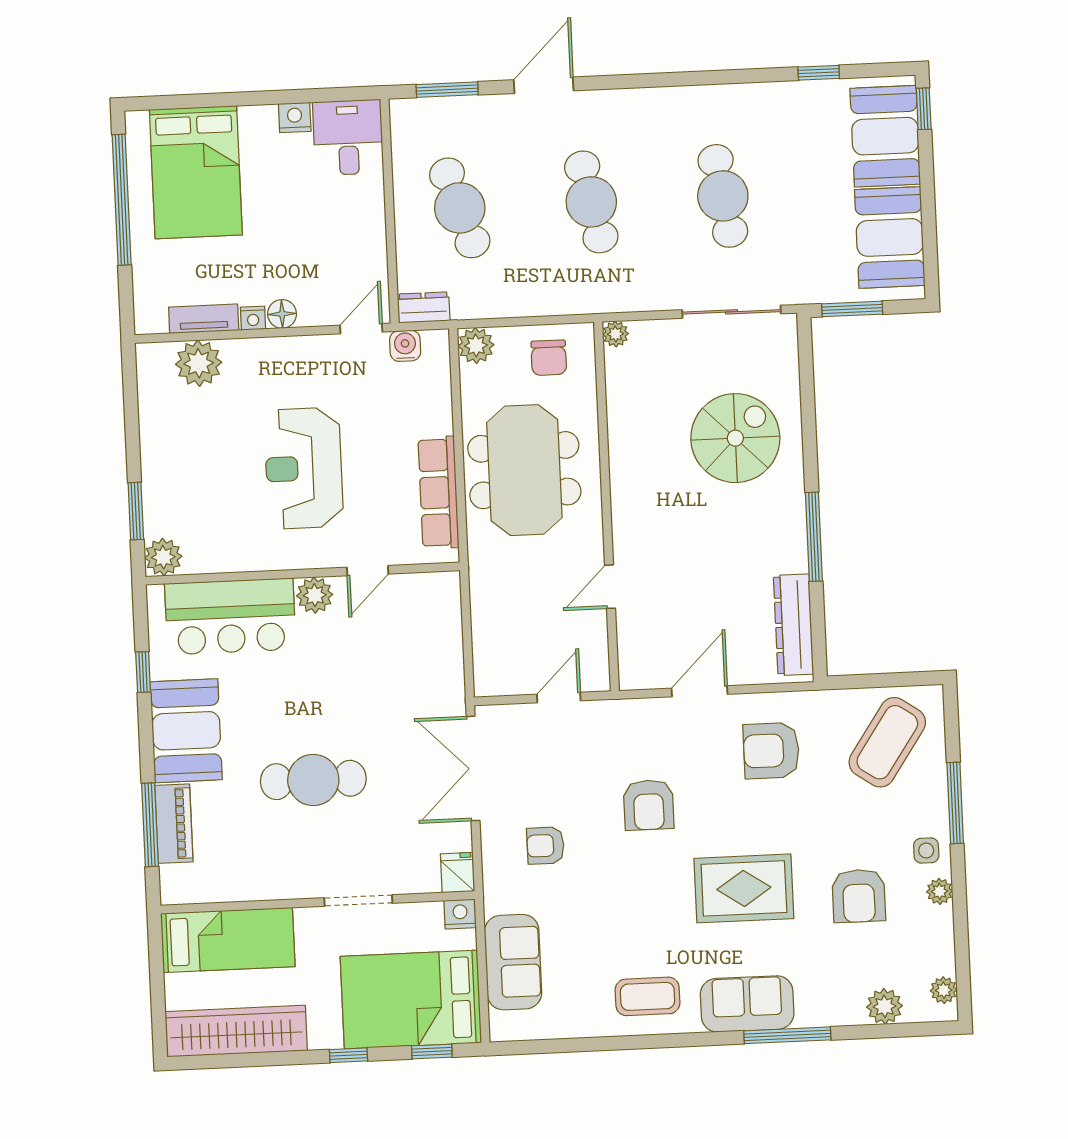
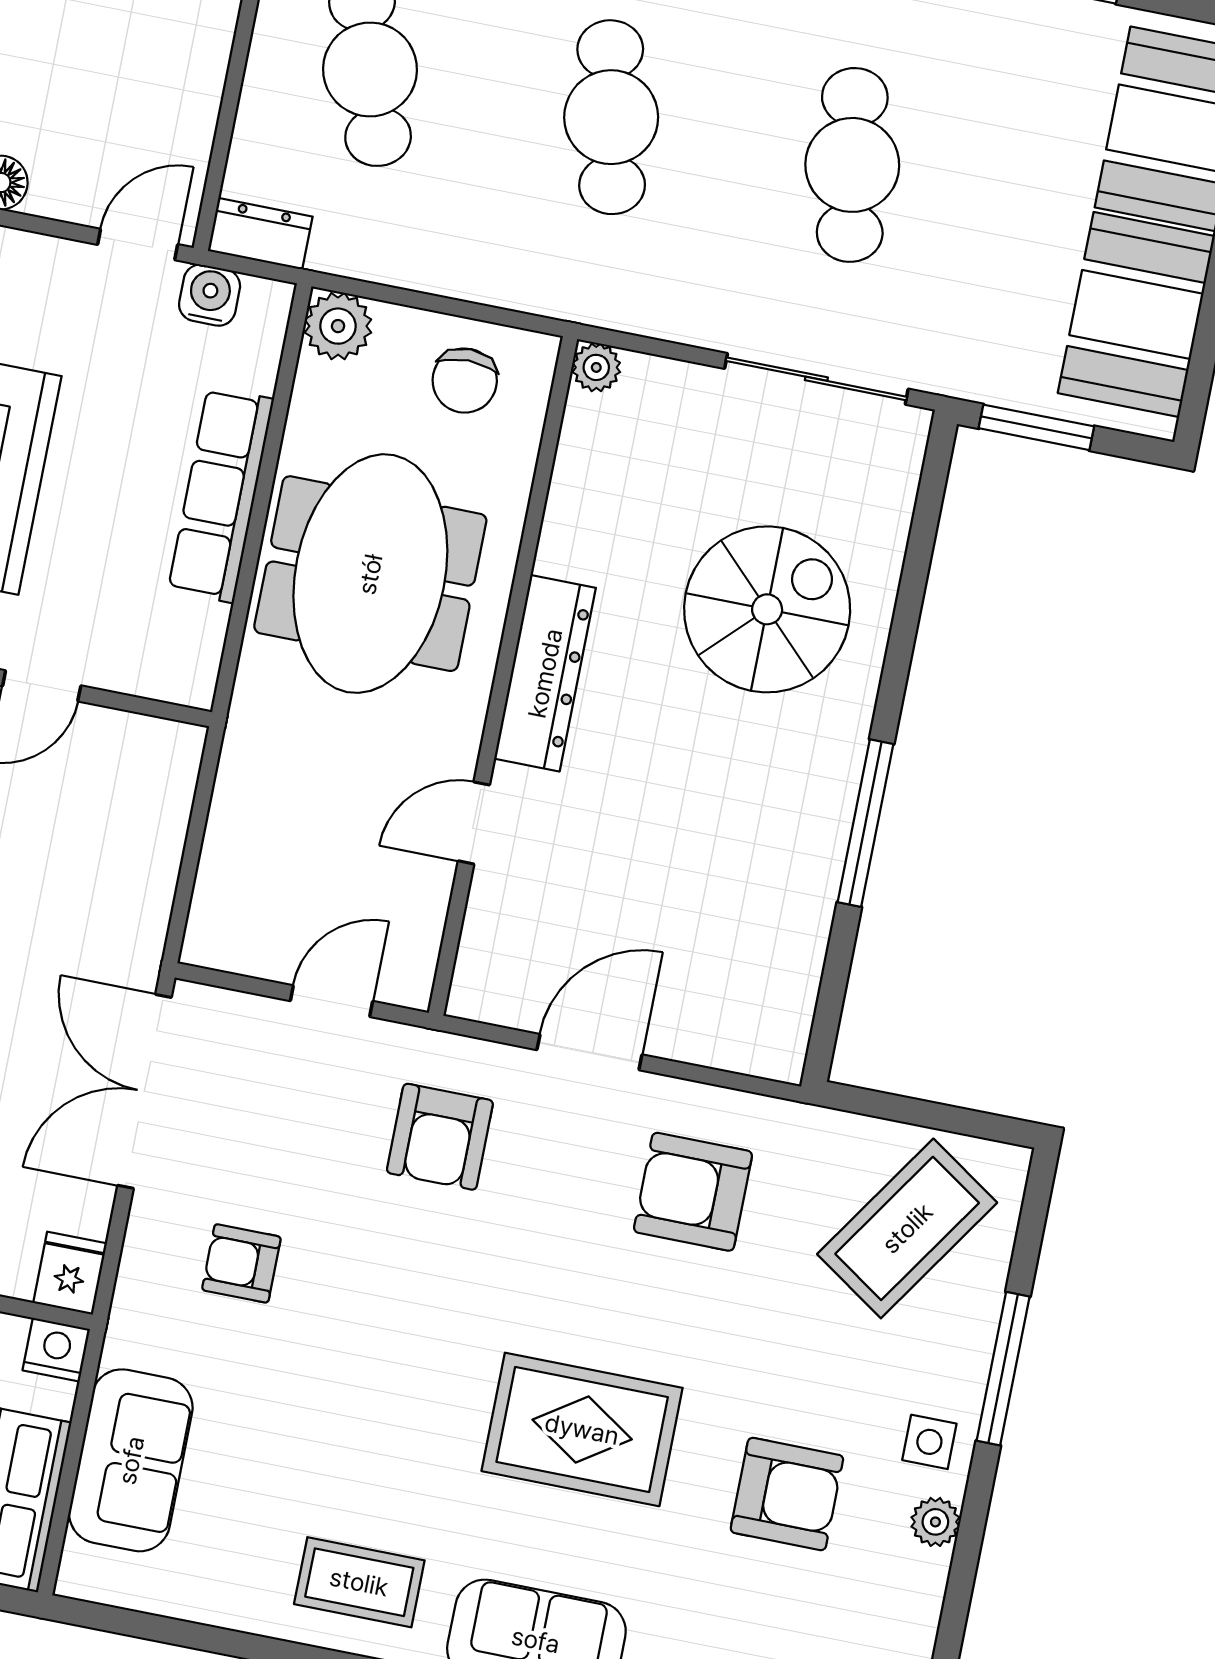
row of seats: (439, 493) -> (221, 495), moved
dresser: (794, 625) -> (545, 673), moved, turned 180
armchair: (649, 805) -> (440, 1137), moved
armchair: (859, 896) -> (787, 1494), turned -90

